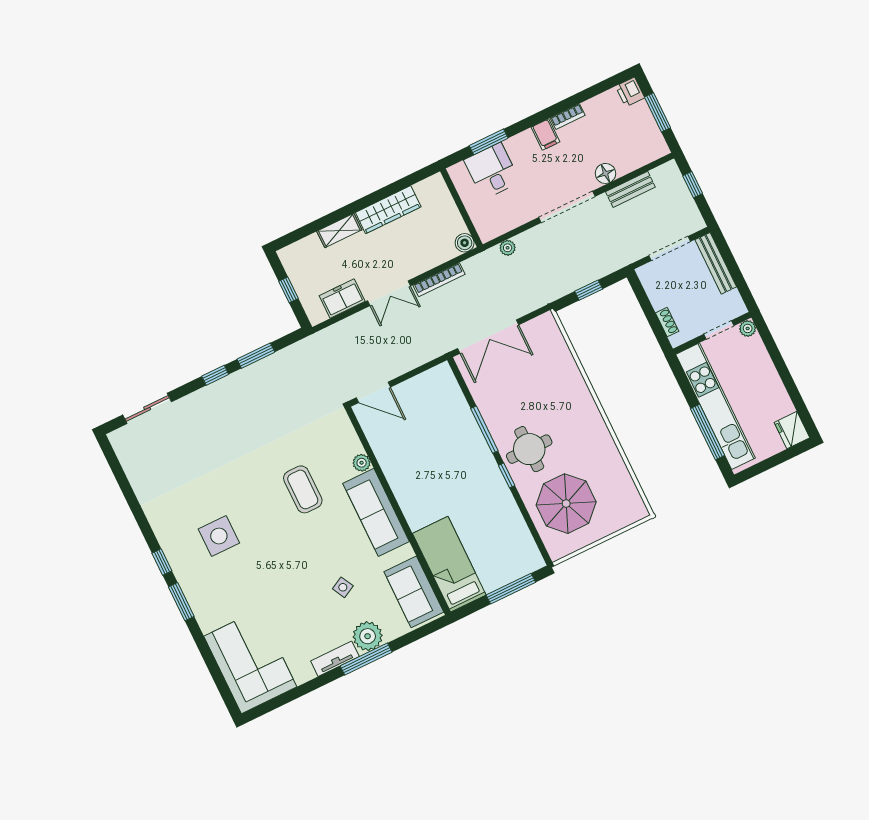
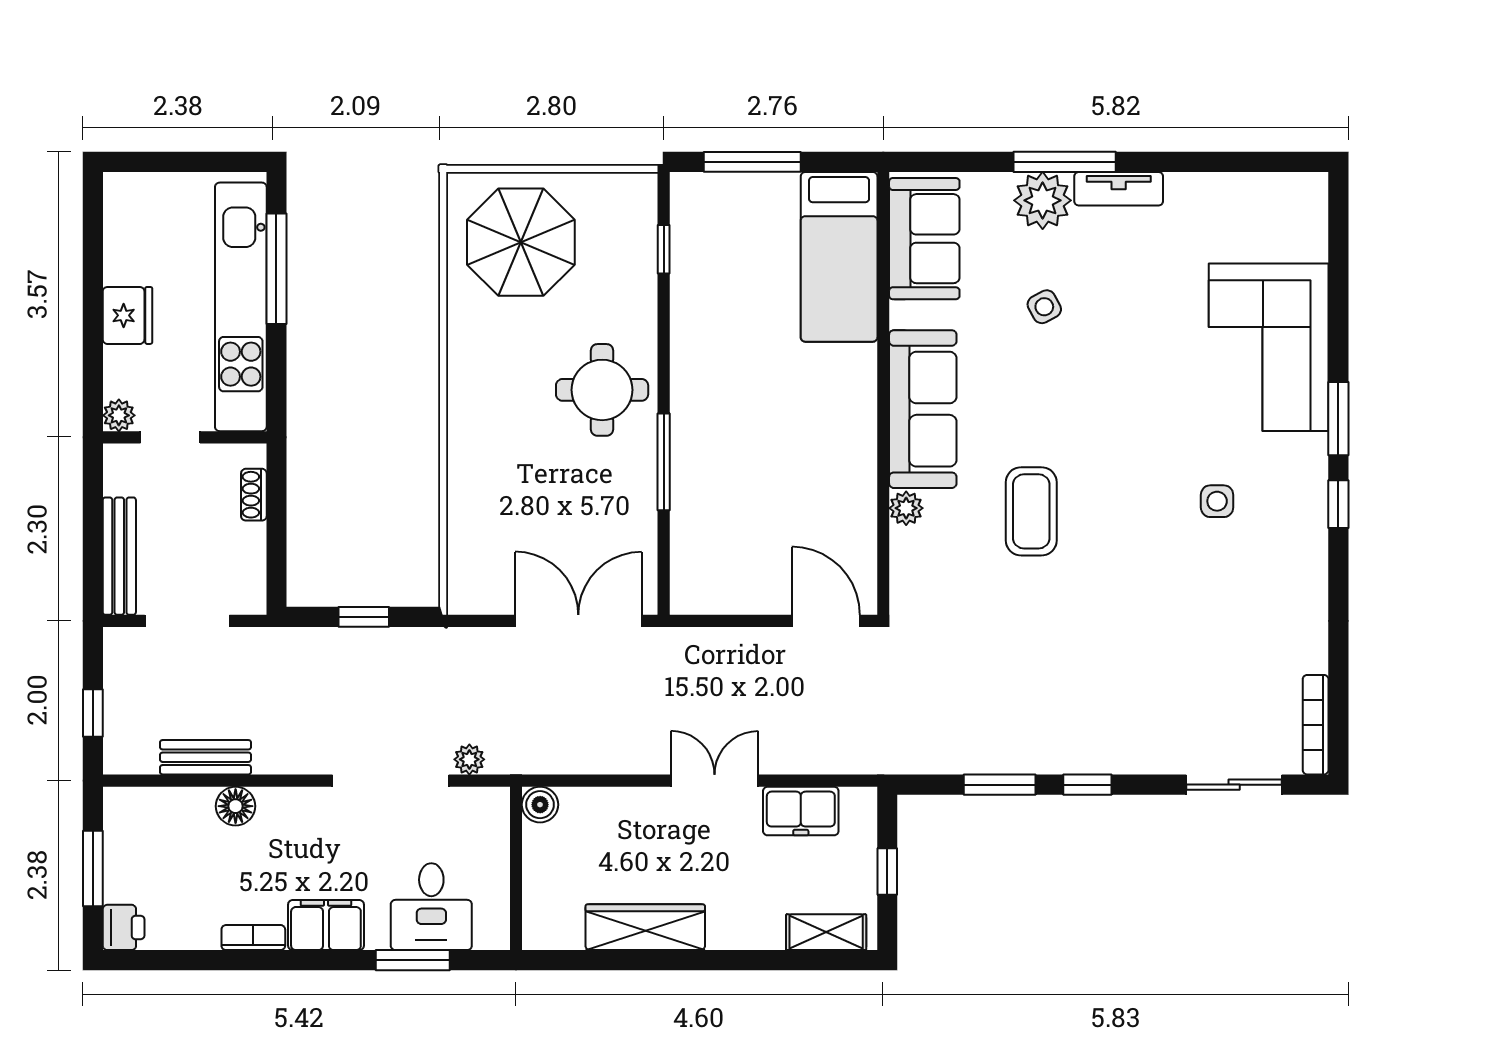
filing cabinet: (545, 134) -> (326, 925), width x2.00
doorway: (567, 207) -> (391, 781), moved
shelving: (339, 230) -> (826, 932), moved
bookcase: (439, 280) -> (1316, 725), moved, turned -90
fridge: (792, 430) -> (128, 315), moved
window: (507, 475) -> (664, 249), moved
parasol: (566, 504) -> (521, 242), moved
side table: (219, 536) -> (1217, 501), width x0.54, depth x0.54
corner sofa: (250, 662) -> (1269, 347), moved

